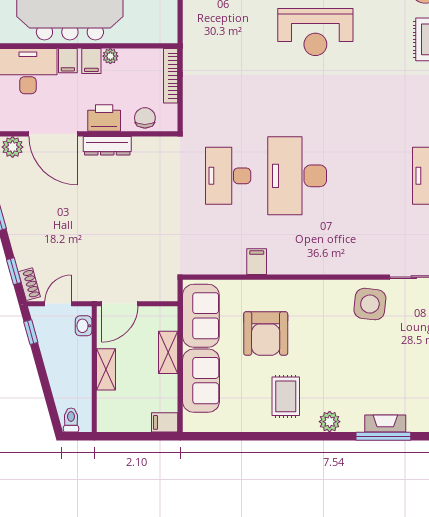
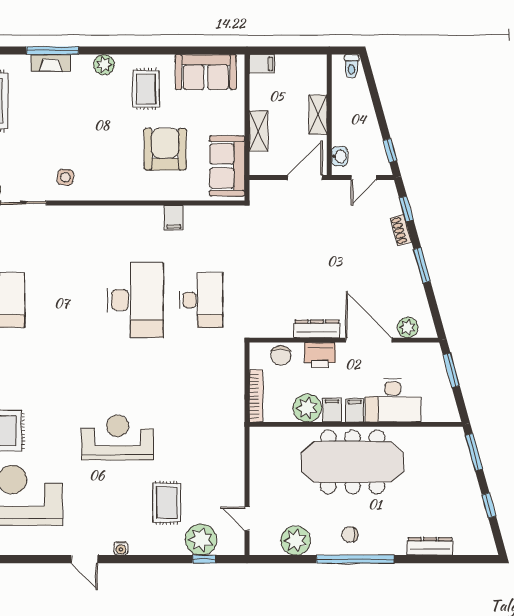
plant: (110, 56) -> (307, 408), width x1.88, depth x1.88
shoe rack: (29, 284) -> (401, 230), moved
side table: (370, 304) -> (65, 177), width x0.54, depth x0.54
sofa: (201, 381) -> (206, 72), moved, turned -90

